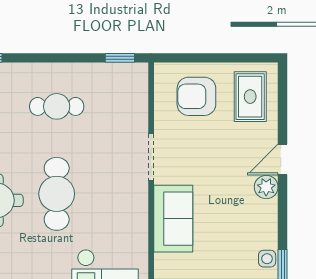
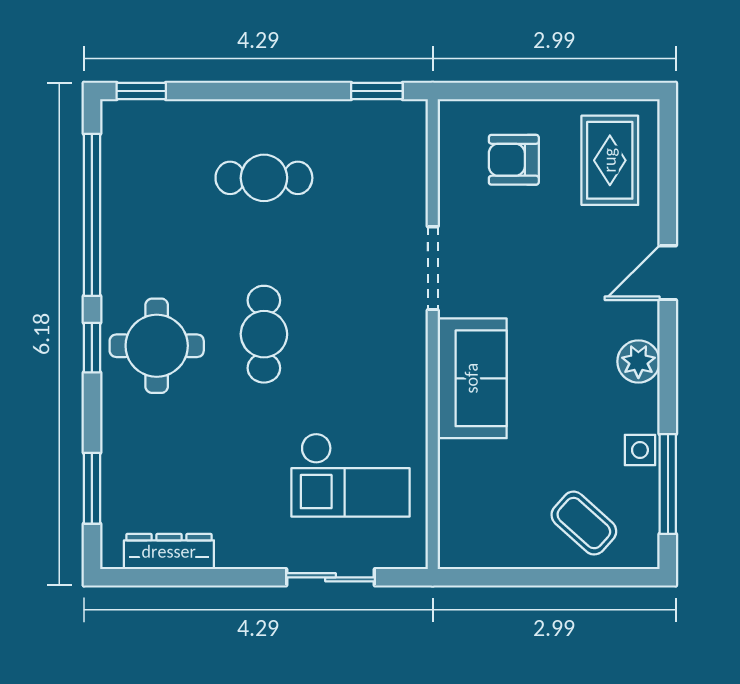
armchair: (196, 96) -> (514, 160), width x0.72, depth x0.72
plant: (266, 187) -> (638, 361), moved
cafe table: (57, 194) -> (264, 334), width x0.73, depth x0.74

